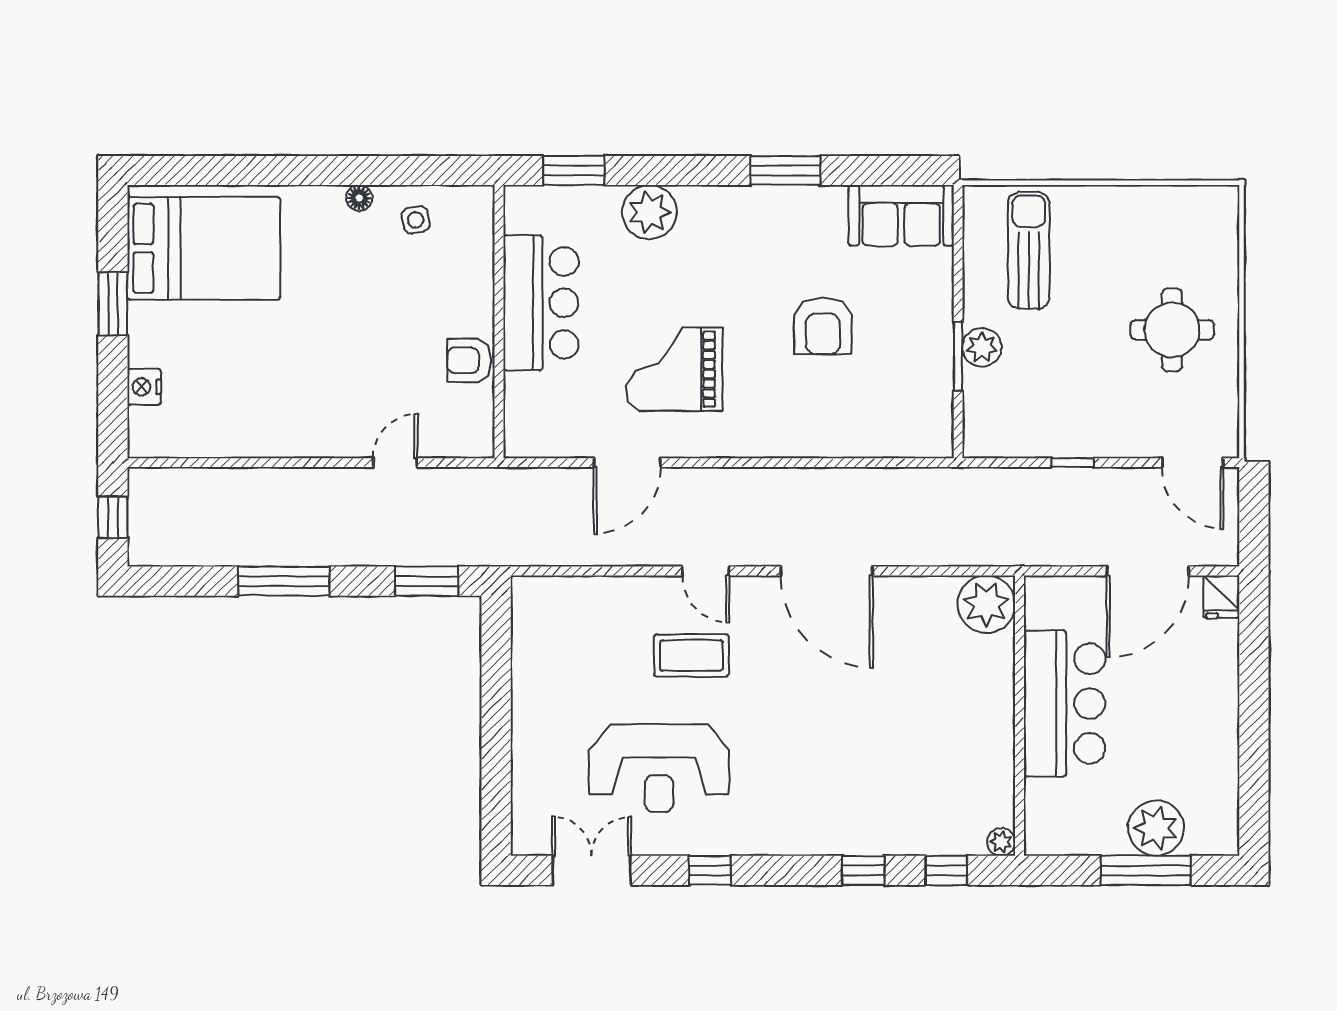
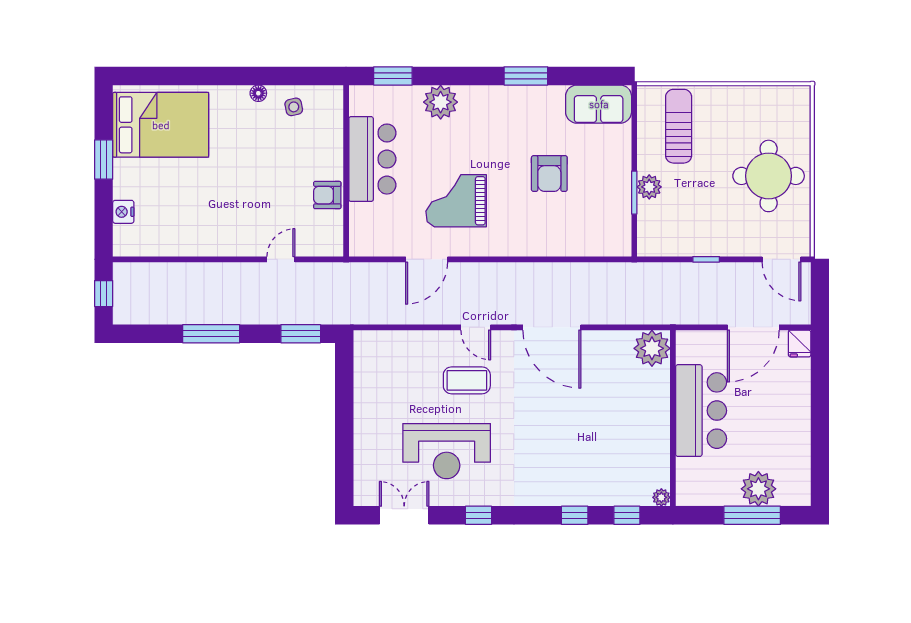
round table: (1172, 330) -> (769, 176), width x1.36, depth x1.36

